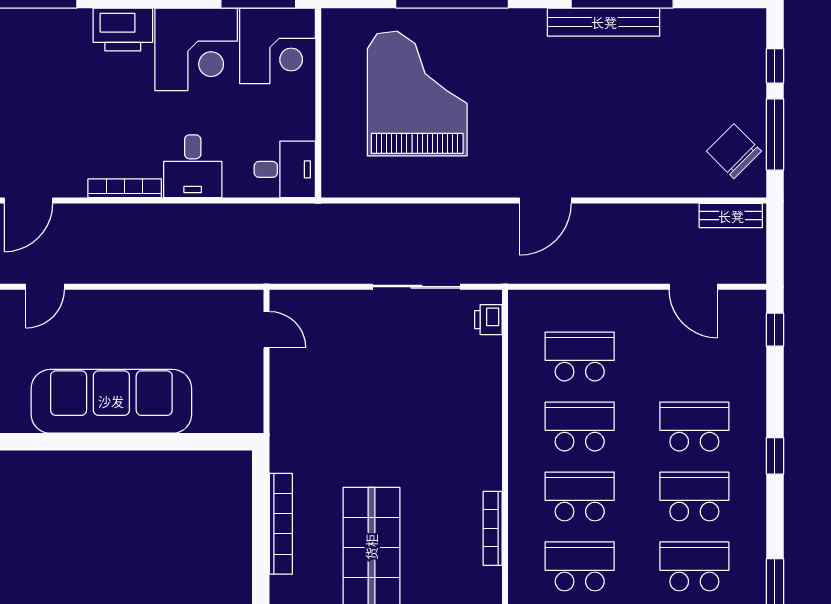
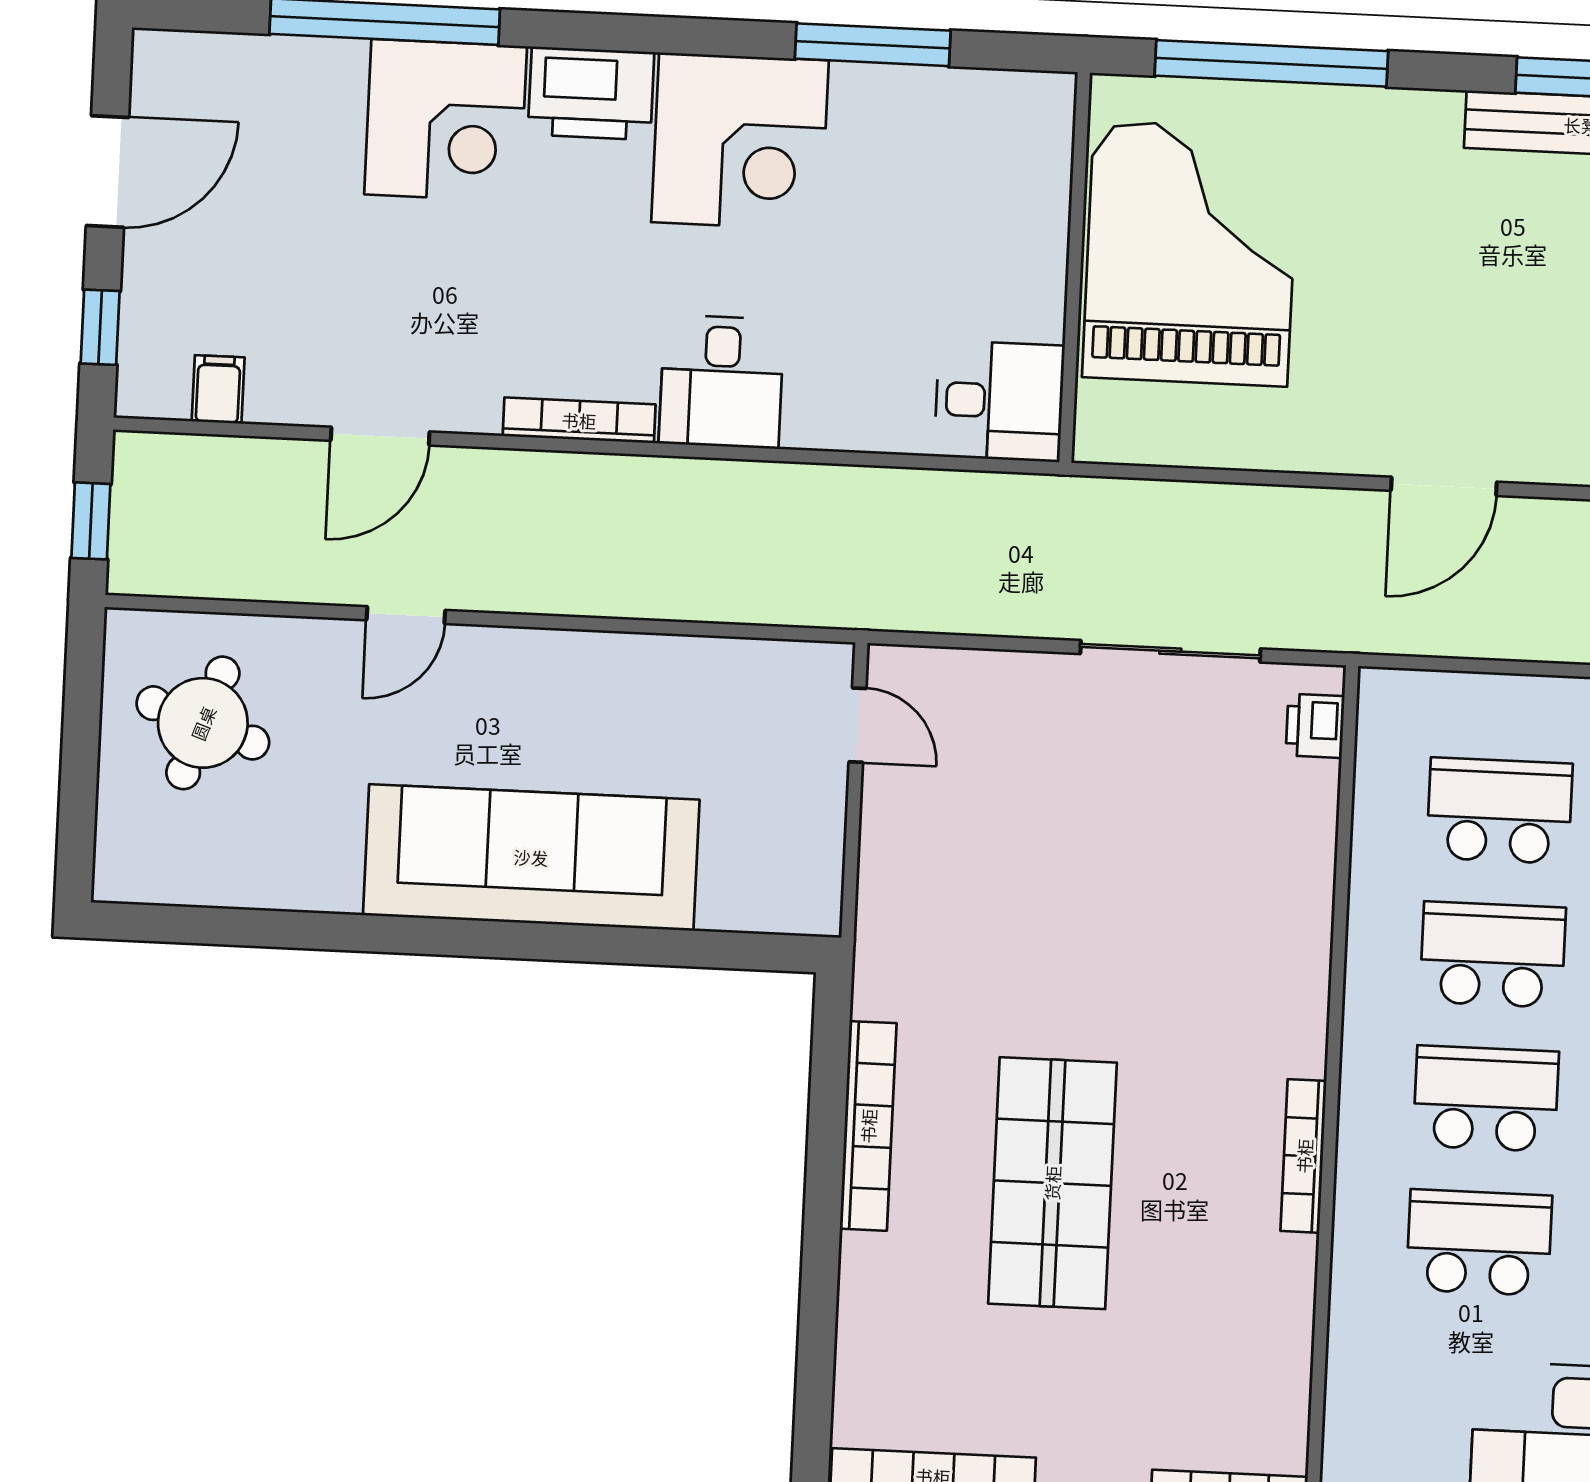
corner desk: (278, 46) -> (446, 120), moved
wall: (318, 103) -> (1075, 267), moved
desk: (285, 169) -> (999, 401), moved

